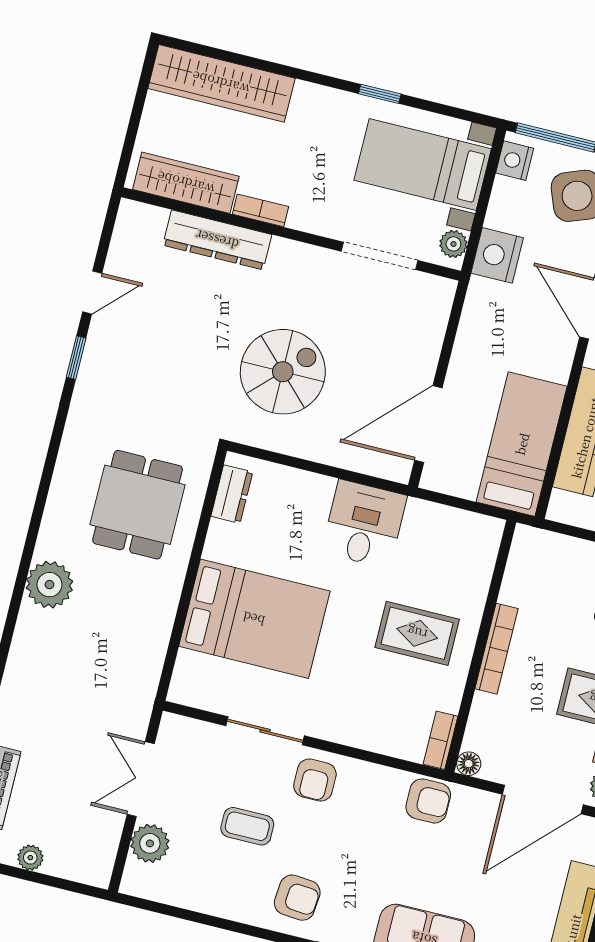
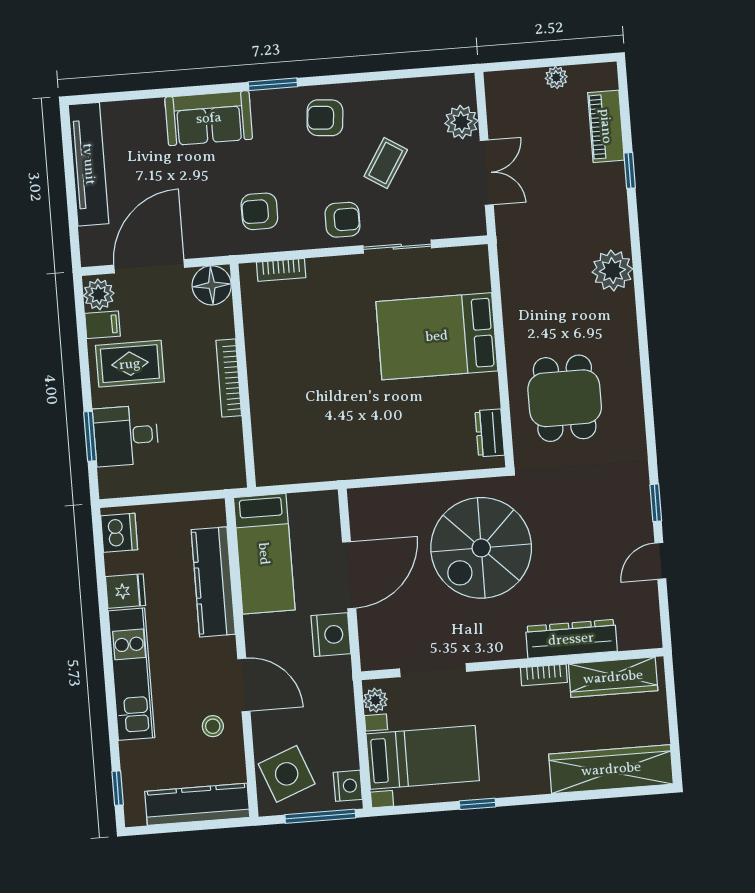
nightstand: (497, 255) -> (331, 635), moved
spiral stairs: (283, 372) -> (481, 548), width x1.37, depth x1.37
door: (428, 424) -> (349, 575), moved
desk: (364, 524) -> (372, 445), removed
plant: (49, 585) -> (612, 270), moved
rug: (417, 633) -> (298, 369), removed
bookcase: (440, 740) -> (281, 270), moved, turned 90
floor lamp: (469, 764) -> (212, 285), width x1.89, depth x1.89
armchair: (315, 780) -> (343, 220), turned 90
armchair: (428, 801) -> (259, 211), moved
coffee table: (247, 826) -> (386, 163), turned -58

